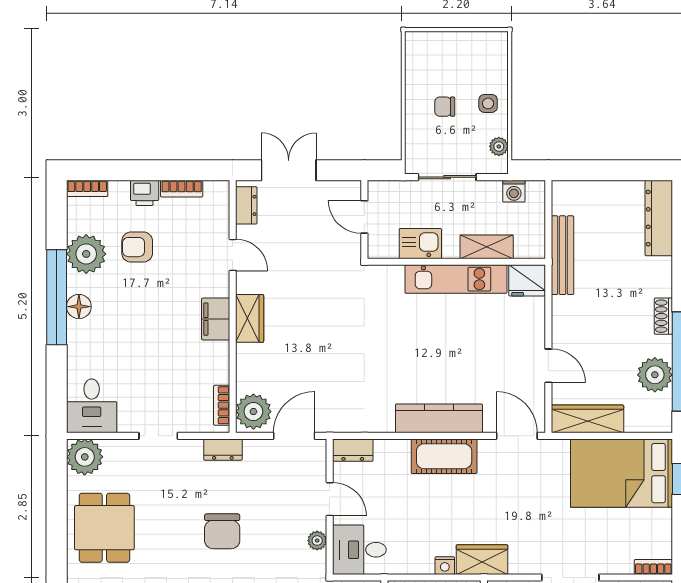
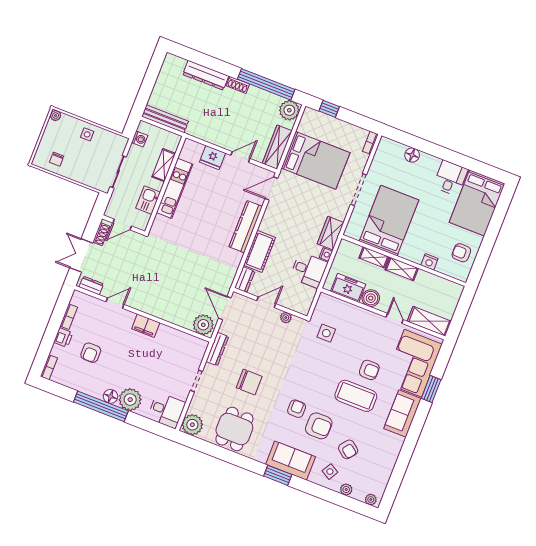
chair: (445, 107) -> (57, 159), moved
plant: (499, 146) -> (56, 116), moved
shoe rack: (336, 189) -> (101, 234), added
dresser: (659, 218) -> (206, 75), moved
plant: (86, 254) -> (130, 400), moved
bench: (562, 255) -> (165, 119), moved
fridge: (527, 280) -> (212, 158), moved, turned 90
wardrobe: (250, 318) -> (153, 307), removed
plant: (655, 375) -> (289, 110), moved
bookcase: (222, 405) -> (193, 340), removed
dresser: (223, 450) -> (217, 349), width x1.44
cot: (444, 456) -> (260, 251), moved
bed: (621, 473) -> (316, 160), moved, turned -90
dining table: (104, 528) -> (234, 429), turned 90
chair: (222, 531) -> (249, 382), moved
desk: (359, 550) -> (309, 270), moved, turned -90

